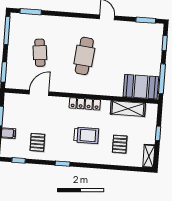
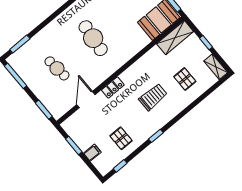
locker: (85, 104) -> (113, 88), moved, width x0.66
shelving: (128, 109) -> (175, 38), moved

